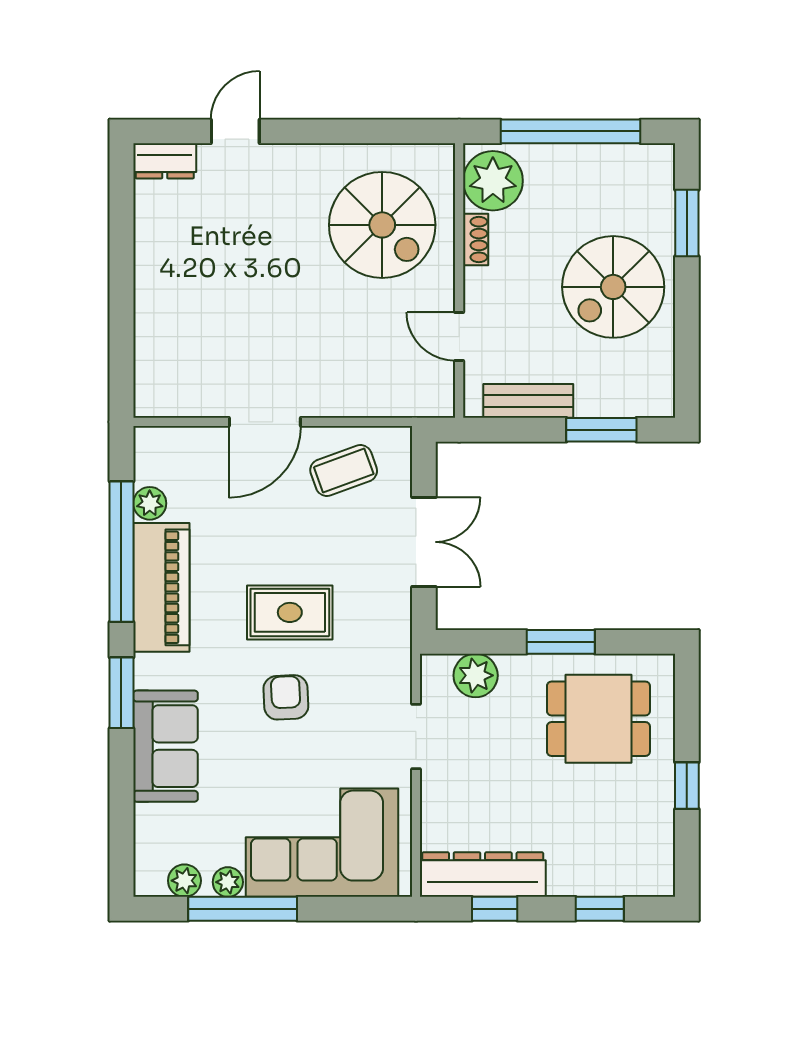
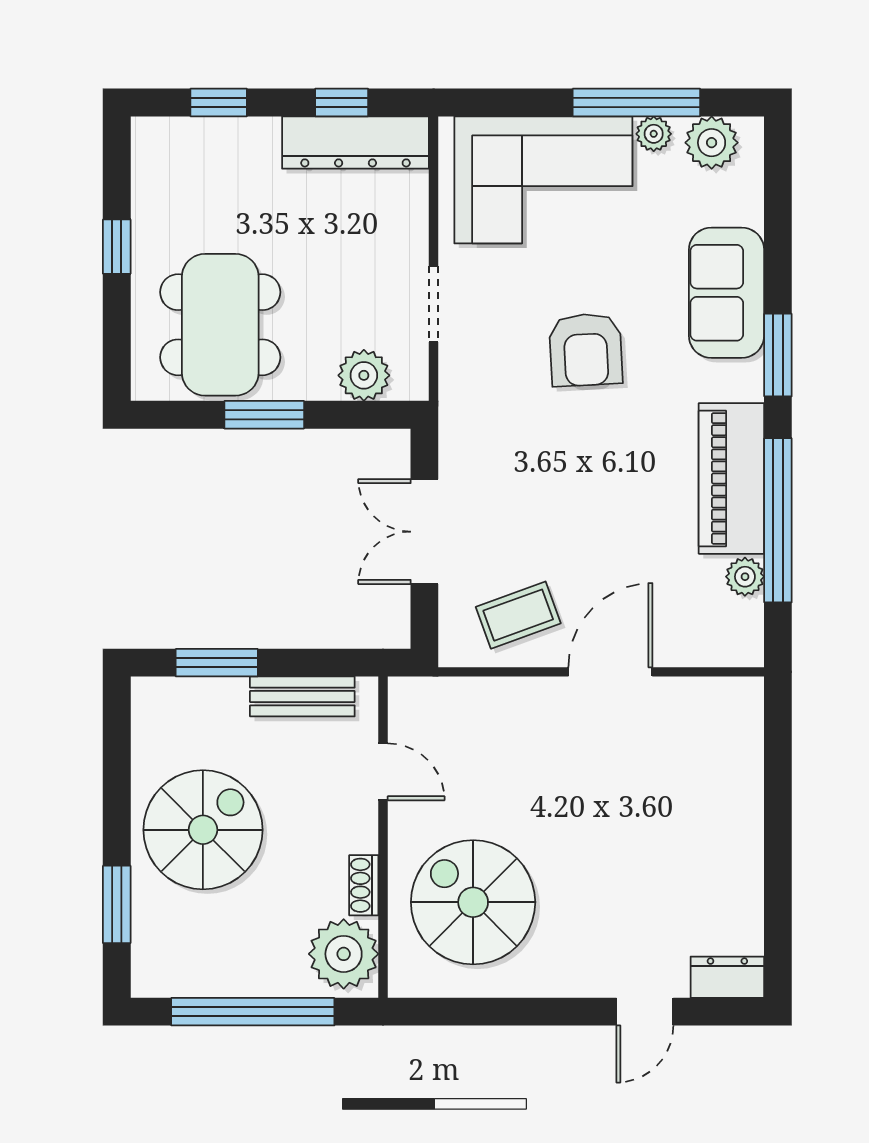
rug: (290, 612) -> (581, 449), removed
armchair: (286, 697) -> (586, 350), width x1.38, depth x1.38
dining table: (598, 719) -> (220, 325), width x1.38
plant: (184, 881) -> (712, 143), width x1.38, depth x1.38

